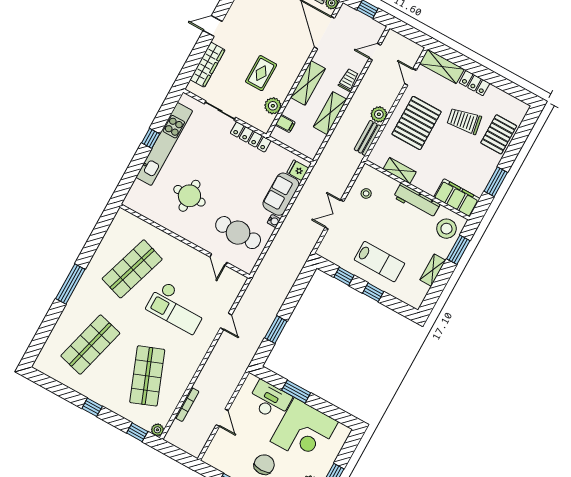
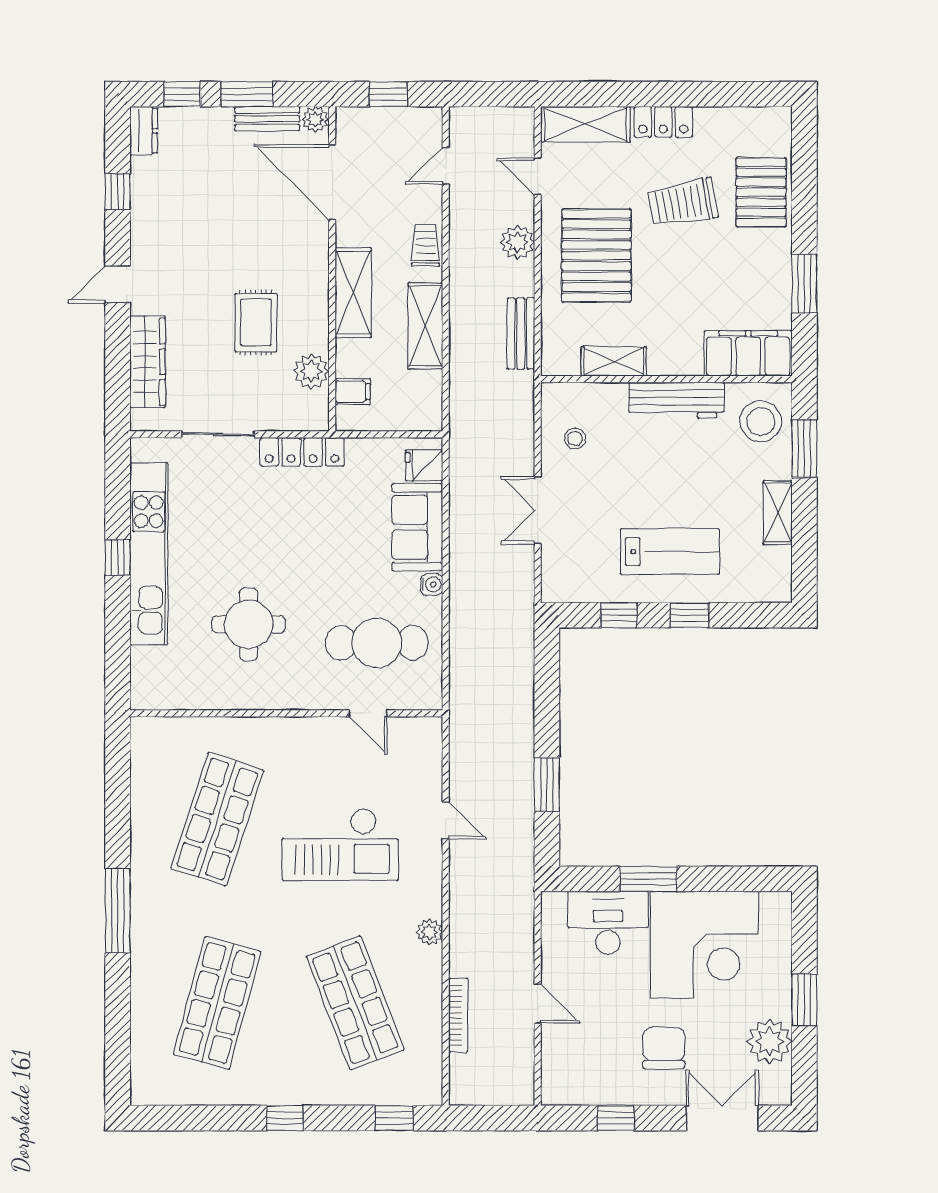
plant: (379, 114) -> (517, 242), moved
plant: (157, 430) -> (429, 932), moved

